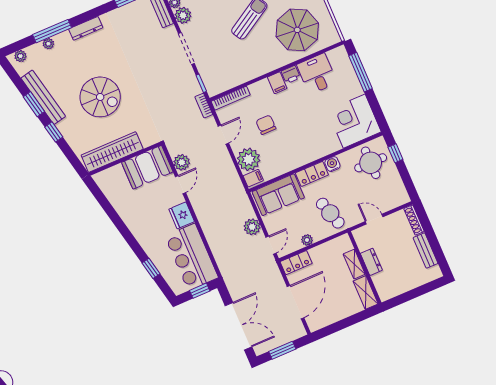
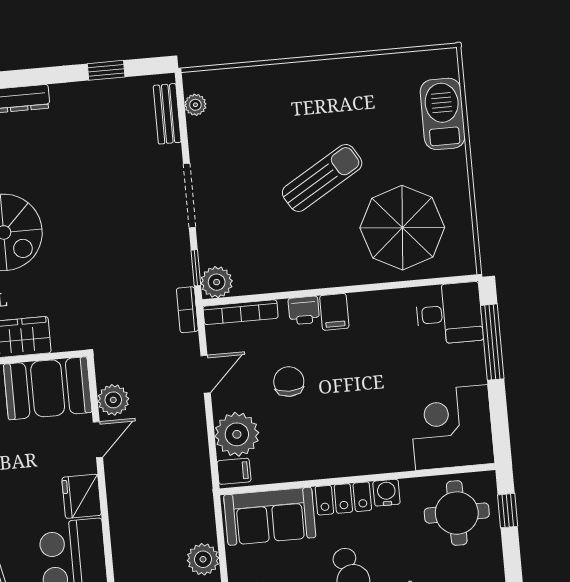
plant: (183, 15) -> (217, 282), moved
printer: (291, 74) -> (304, 310), moved
desk: (317, 74) -> (449, 313), moved, turned 90

